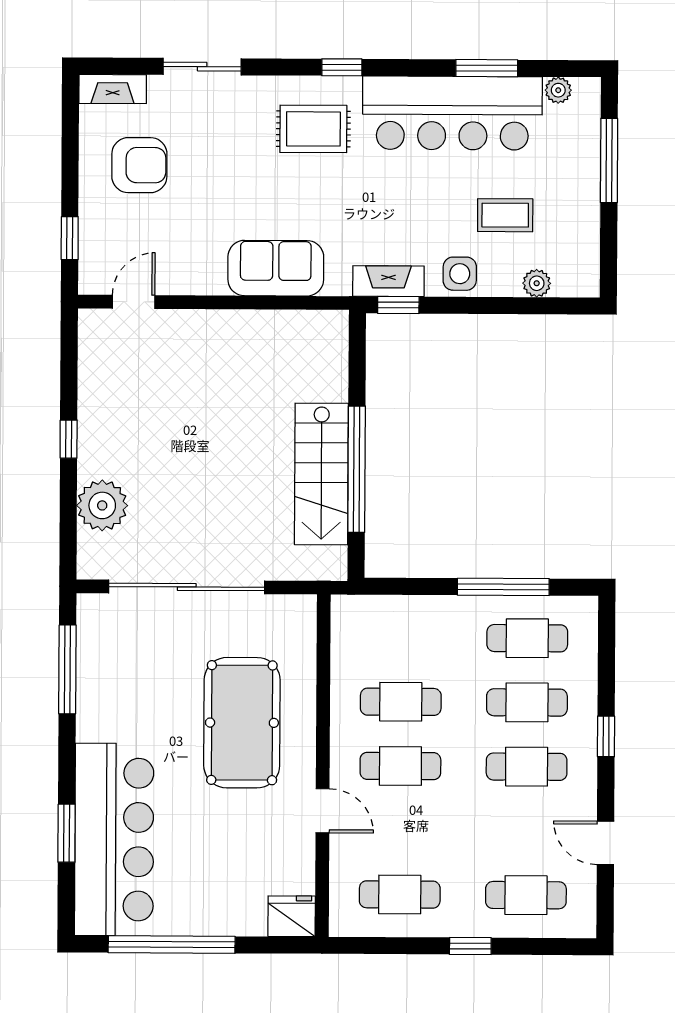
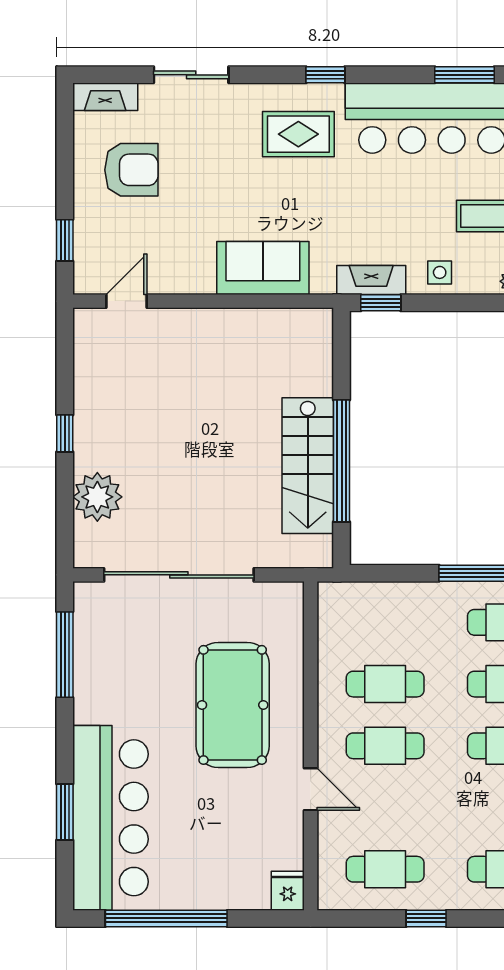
side table: (460, 274) -> (440, 272), width x0.73, depth x0.73
fridge: (292, 916) -> (288, 891), width x0.72
window: (470, 946) -> (426, 918), moved

